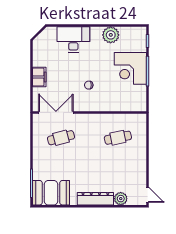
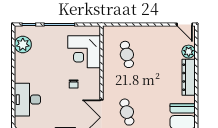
plant: (111, 35) -> (23, 45), moved
corner desk: (130, 68) -> (84, 52), moved, turned 90
door: (147, 195) -> (185, 25), swing flipped

